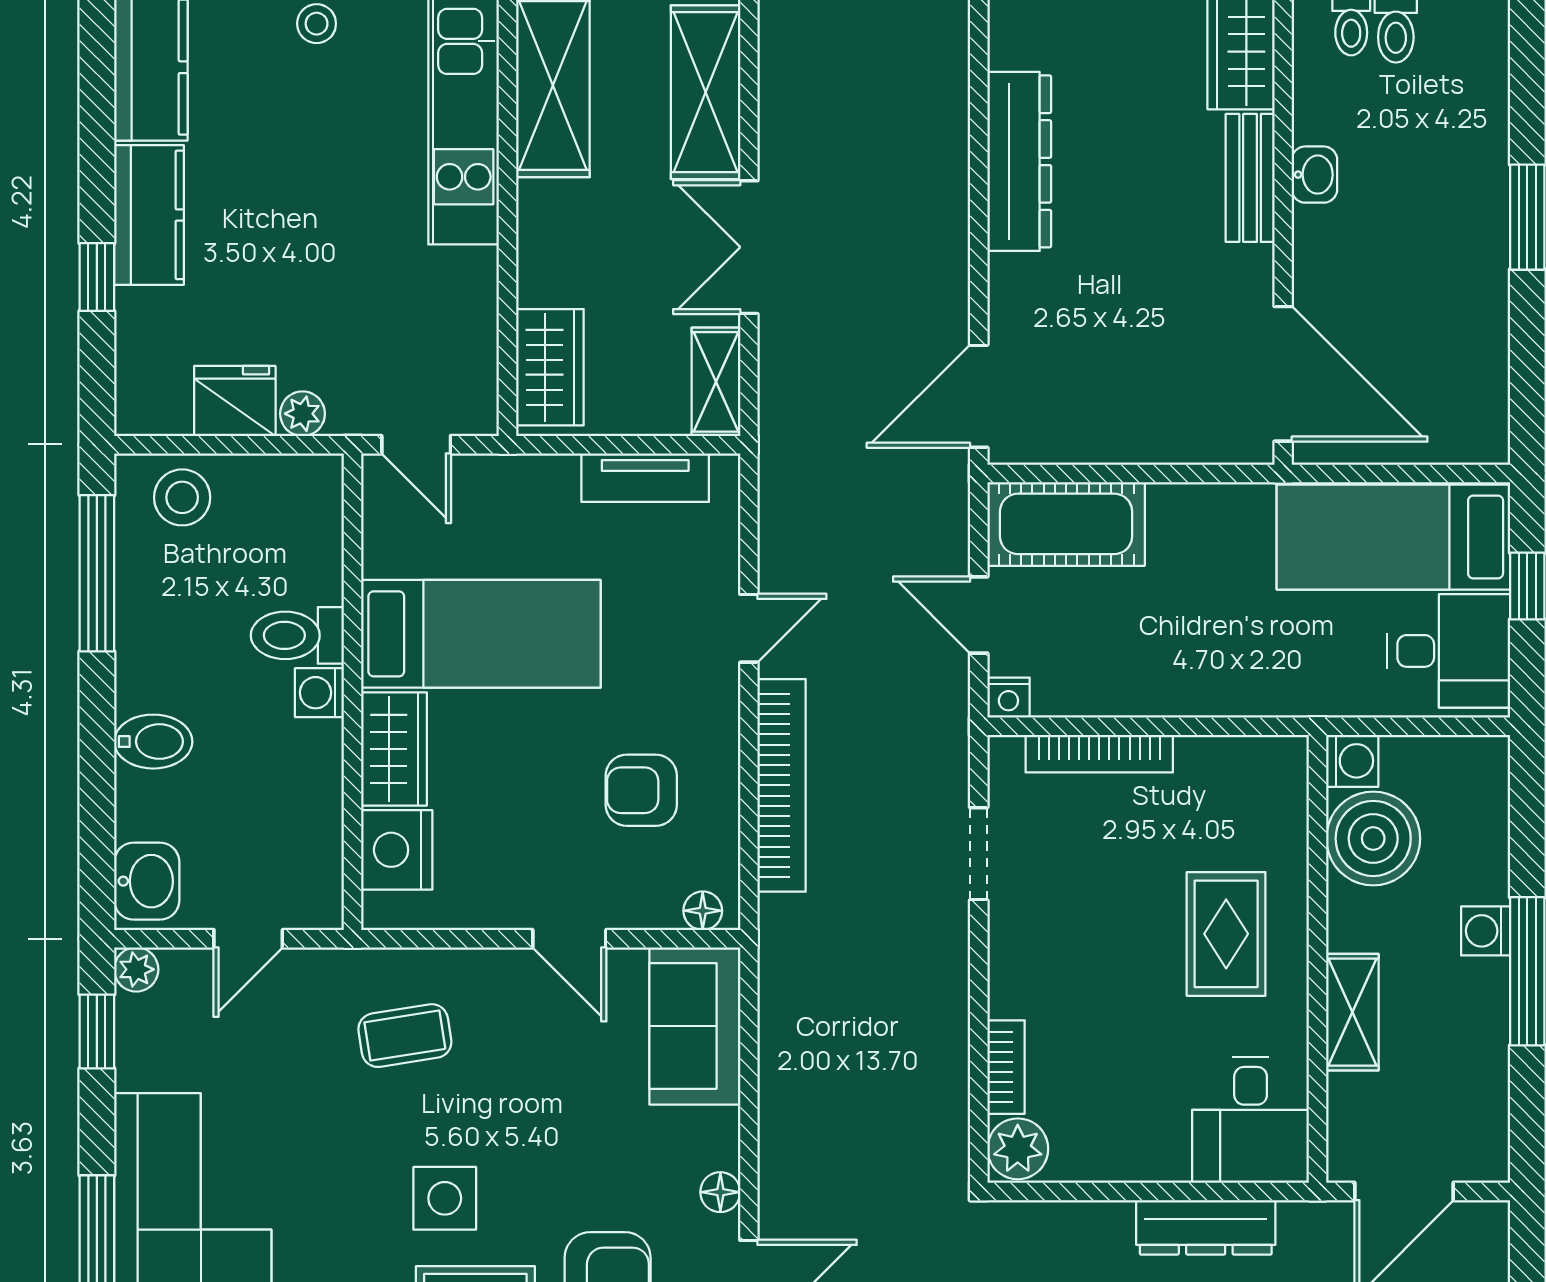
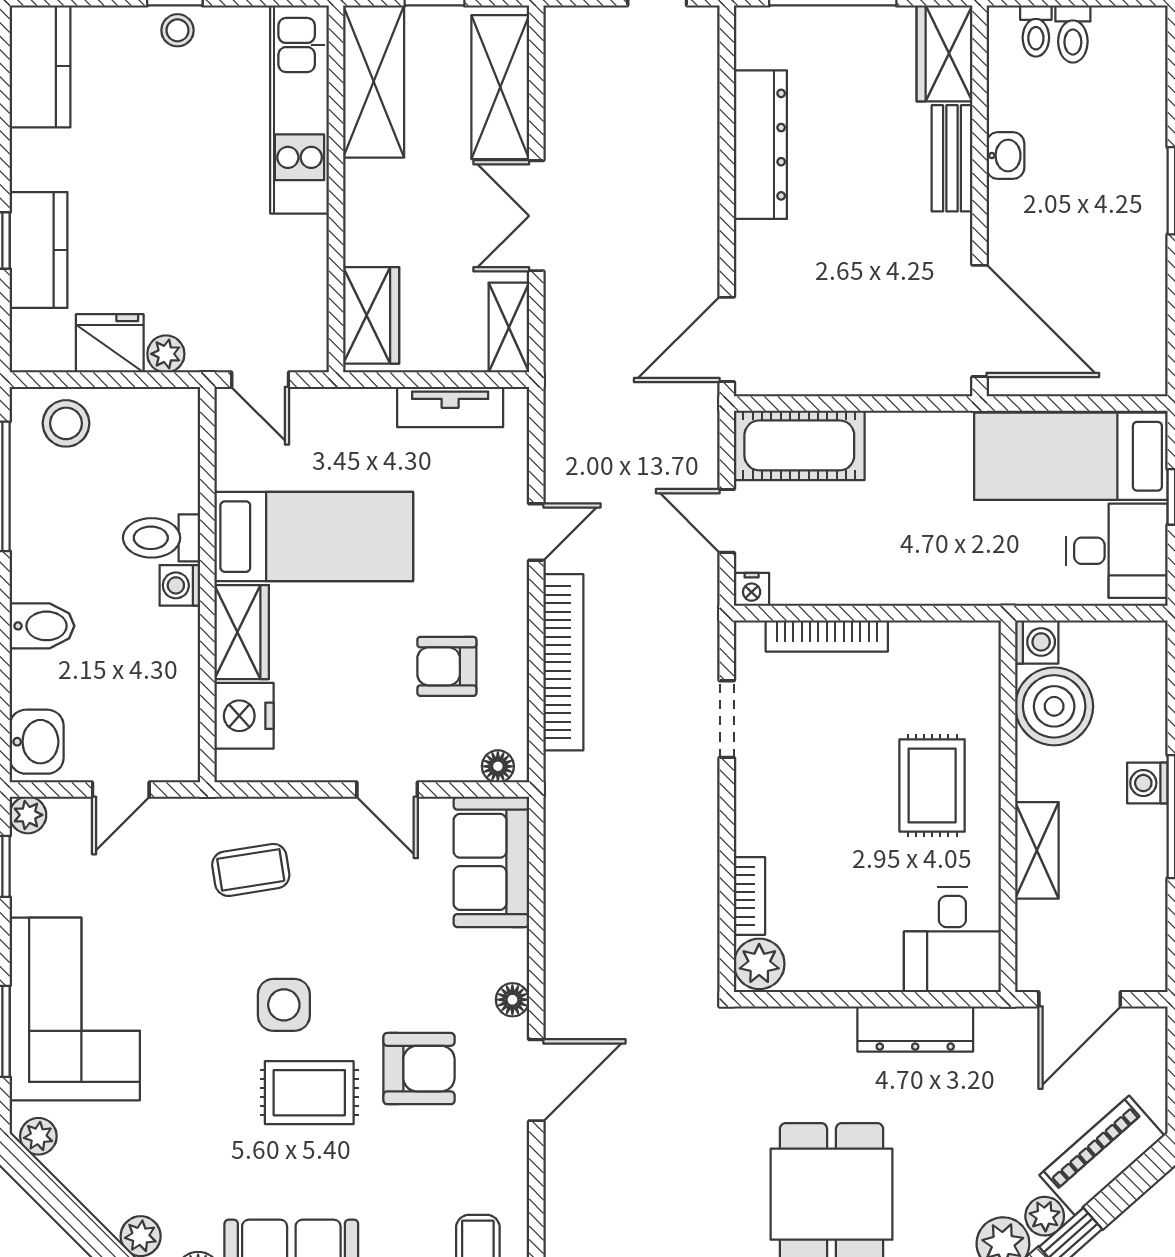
kitchen counter: (149, 215) -> (39, 250), moved

